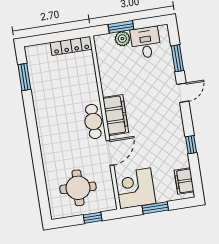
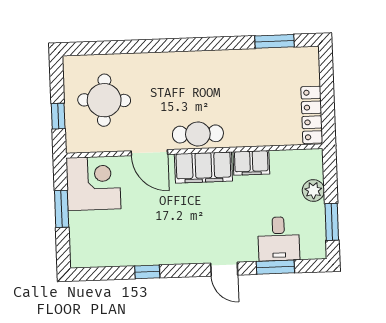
window: (121, 27) -> (332, 222), moved
desk: (146, 42) -> (279, 239), moved, turned 90
filing cabinet: (184, 181) -> (251, 163), moved, turned 180

